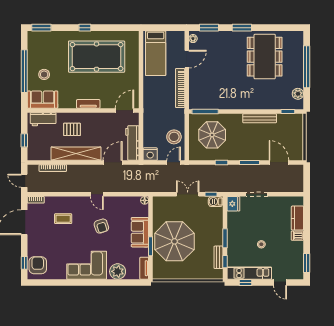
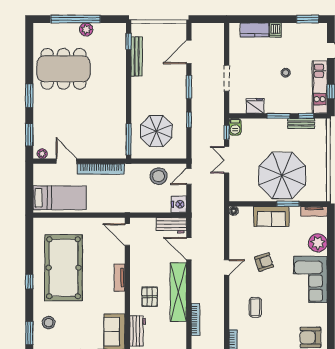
stool: (44, 74) -> (49, 323), moved
plant: (298, 94) -> (86, 29), moved
bench: (260, 118) -> (137, 56), moved
workbench: (132, 143) -> (171, 225), width x0.73
door: (174, 162) -> (189, 176), hinge flipped
fridge: (233, 204) -> (255, 106), moved

